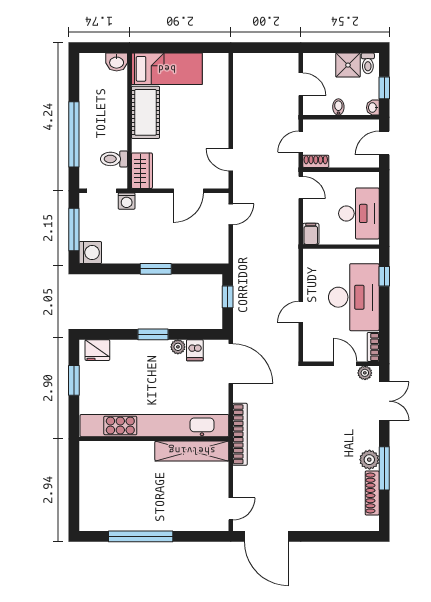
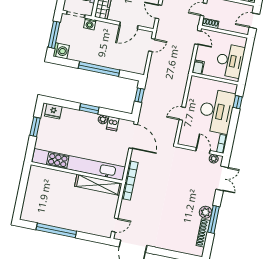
window: (156, 269) -> (99, 69), width x2.11

